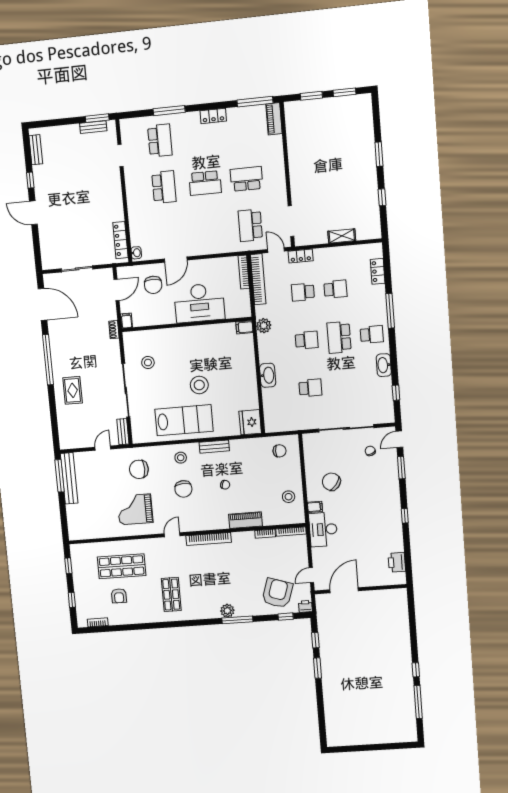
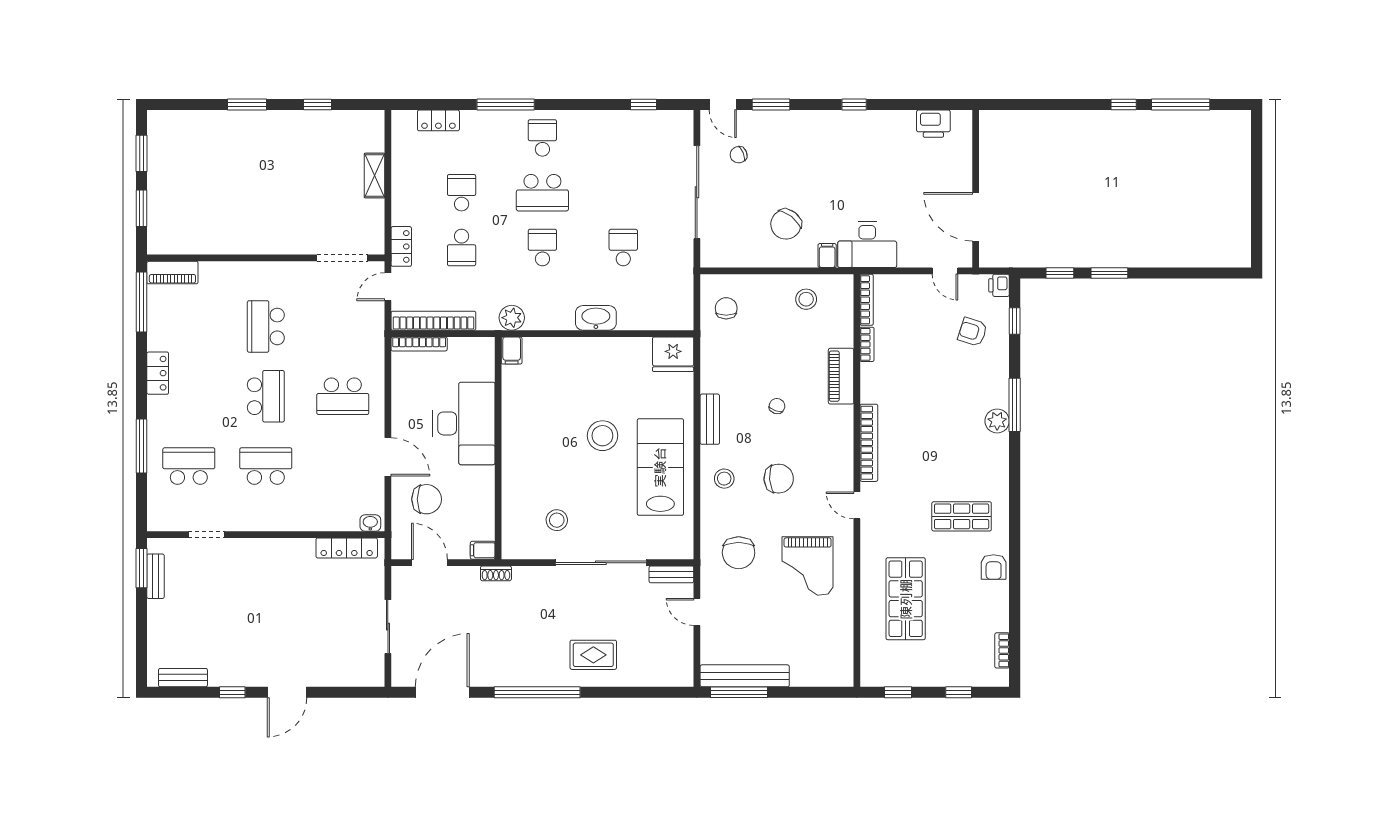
school desk: (250, 225) -> (343, 396), moved
washbasin: (384, 365) -> (595, 122), removed
armchair: (277, 593) -> (973, 332), width x0.53, depth x0.53
armchair: (119, 596) -> (994, 567), moved, turned 90

